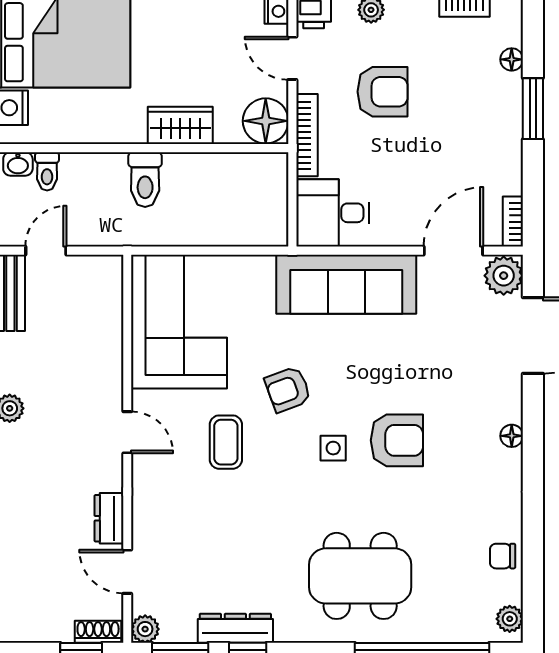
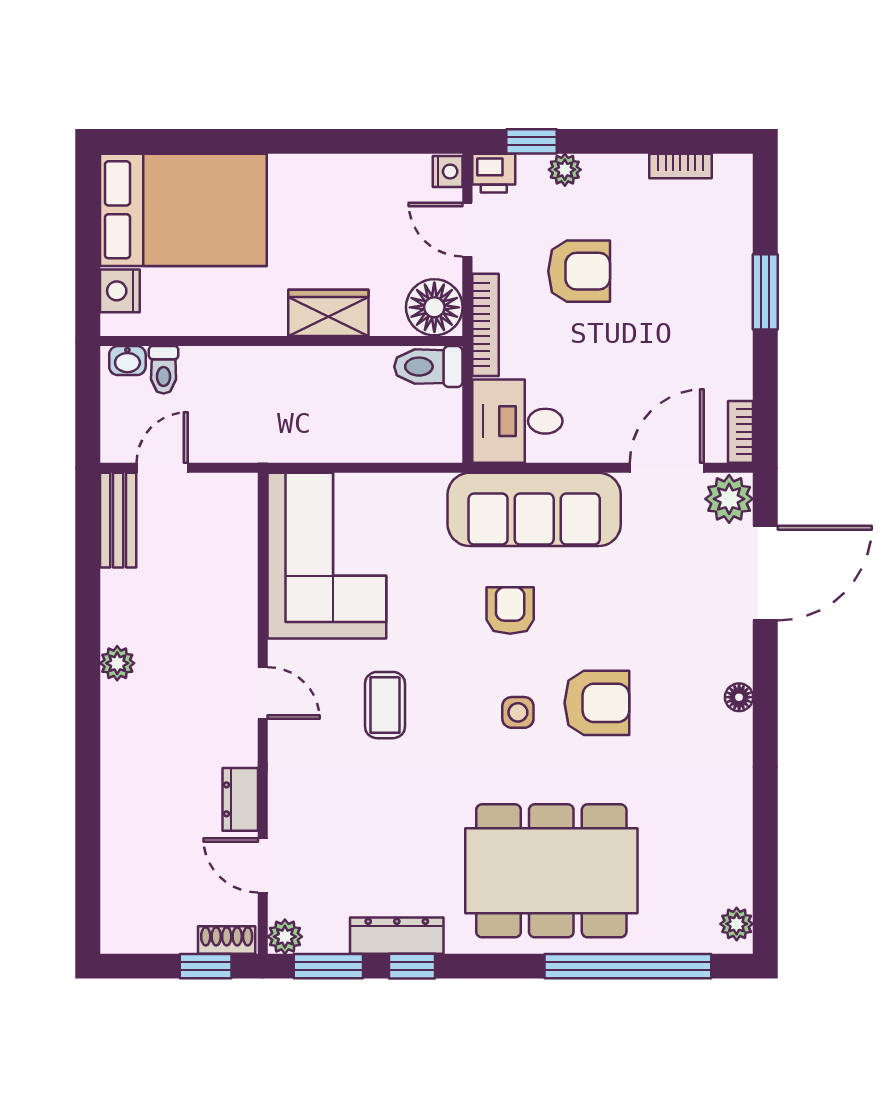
floor lamp: (512, 59) -> (739, 231), removed
toilet: (145, 180) -> (428, 367), moved, turned 90
armchair: (288, 389) -> (510, 611), moved, turned 110
chair: (503, 556) -> (728, 846), removed
dining table: (360, 576) -> (551, 871), width x1.36, depth x1.24

